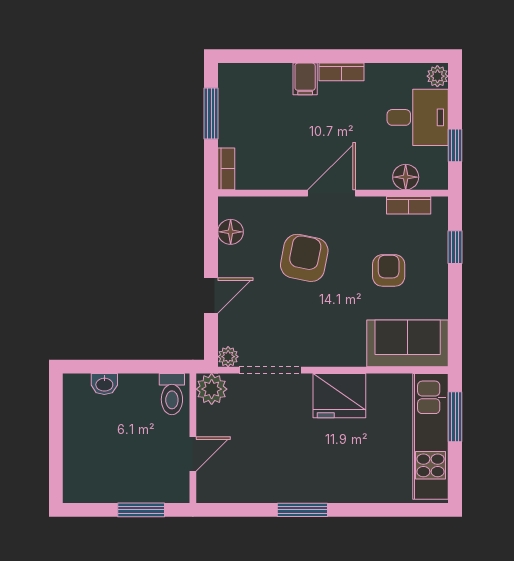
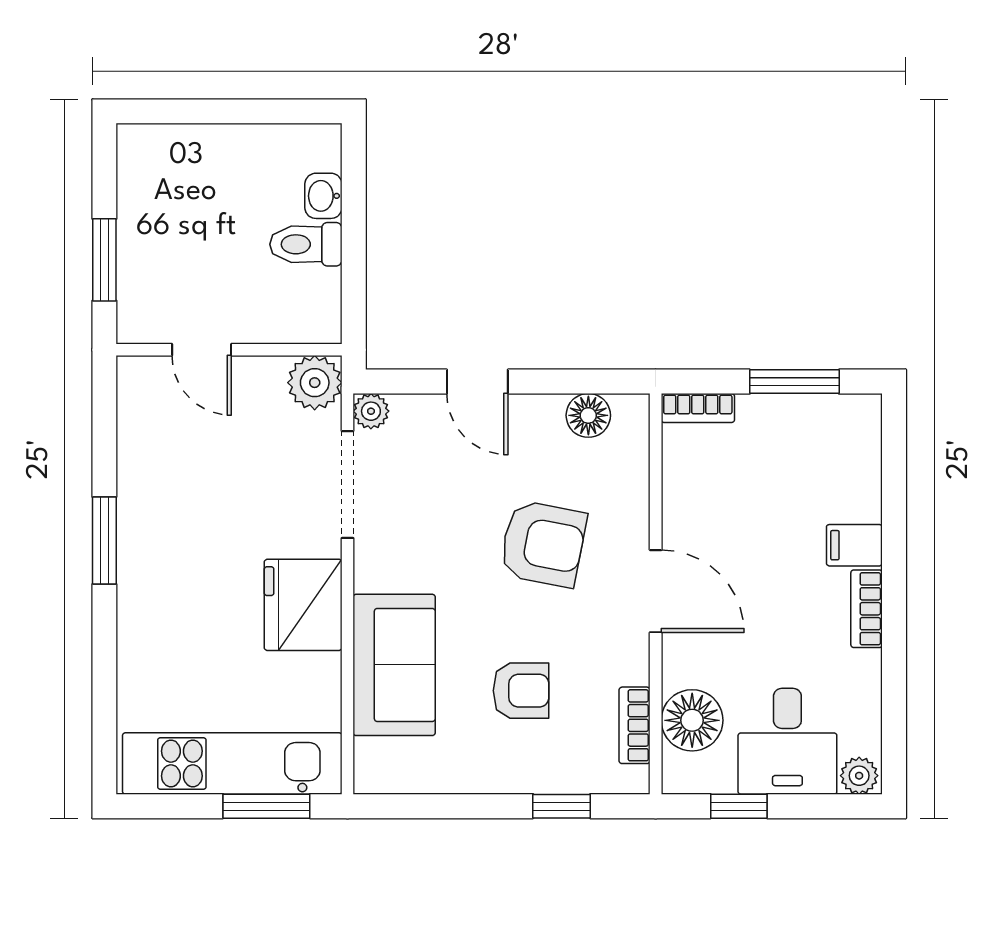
floor lamp: (406, 177) -> (692, 720), width x1.38, depth x1.38
sofa: (408, 343) -> (394, 665), moved
toilet: (172, 394) -> (306, 244), moved

